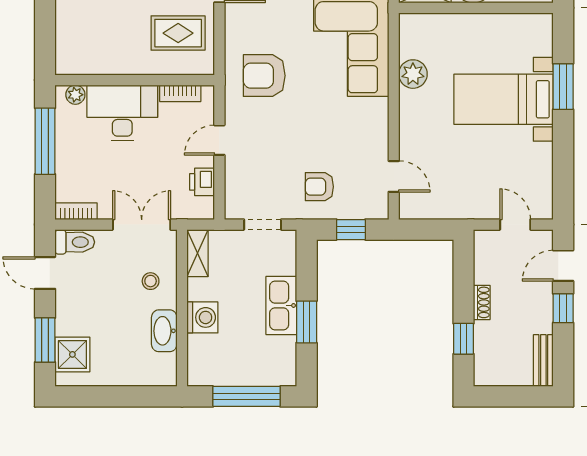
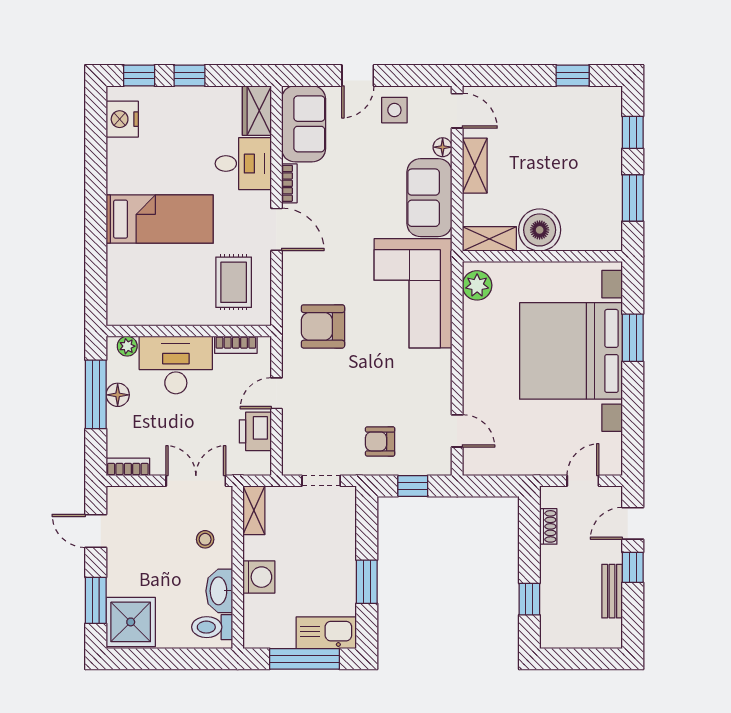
rug: (178, 33) -> (234, 282), turned 90
plant: (413, 74) -> (477, 285), moved
bed with nightstands: (504, 99) -> (571, 351), width x1.85
floor lamp: (66, 142) -> (118, 395), added
printer: (202, 182) -> (255, 431), width x1.36, depth x1.24
door: (515, 225) -> (583, 481), hinge flipped
toilet: (75, 242) -> (212, 627), moved, turned 180
shoe rack: (482, 302) -> (548, 526), moved
kitchen sink: (281, 305) -> (326, 633), moved, turned 90
shower: (72, 354) -> (131, 622), width x1.36, depth x1.36
bench: (543, 361) -> (612, 591), moved

